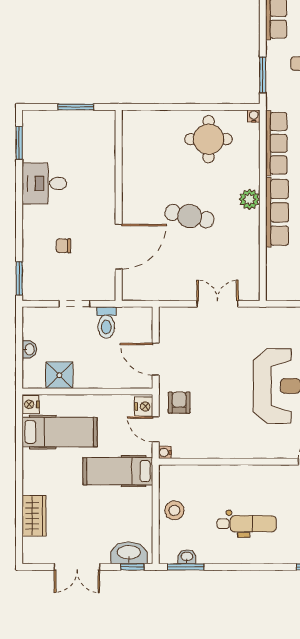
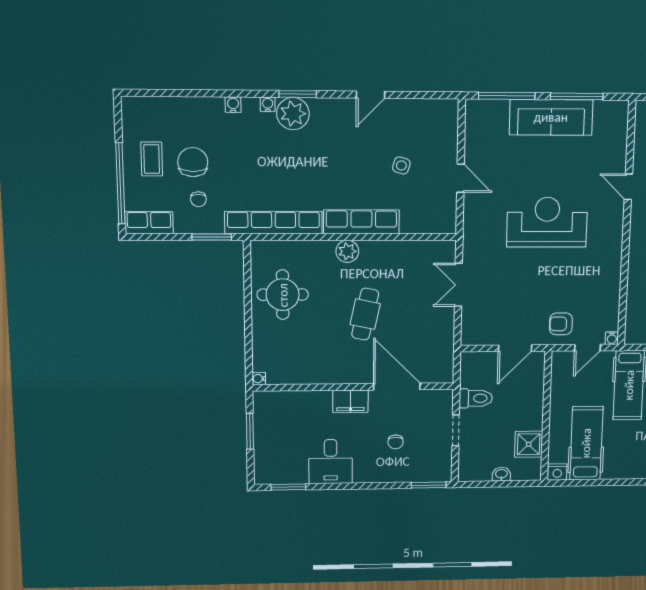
water cooler: (254, 116) -> (259, 379), moved
row of seats: (276, 143) -> (273, 223), width x1.36
filing cabinet: (105, 202) -> (350, 401), added
nightstand: (144, 406) -> (564, 360), removed

